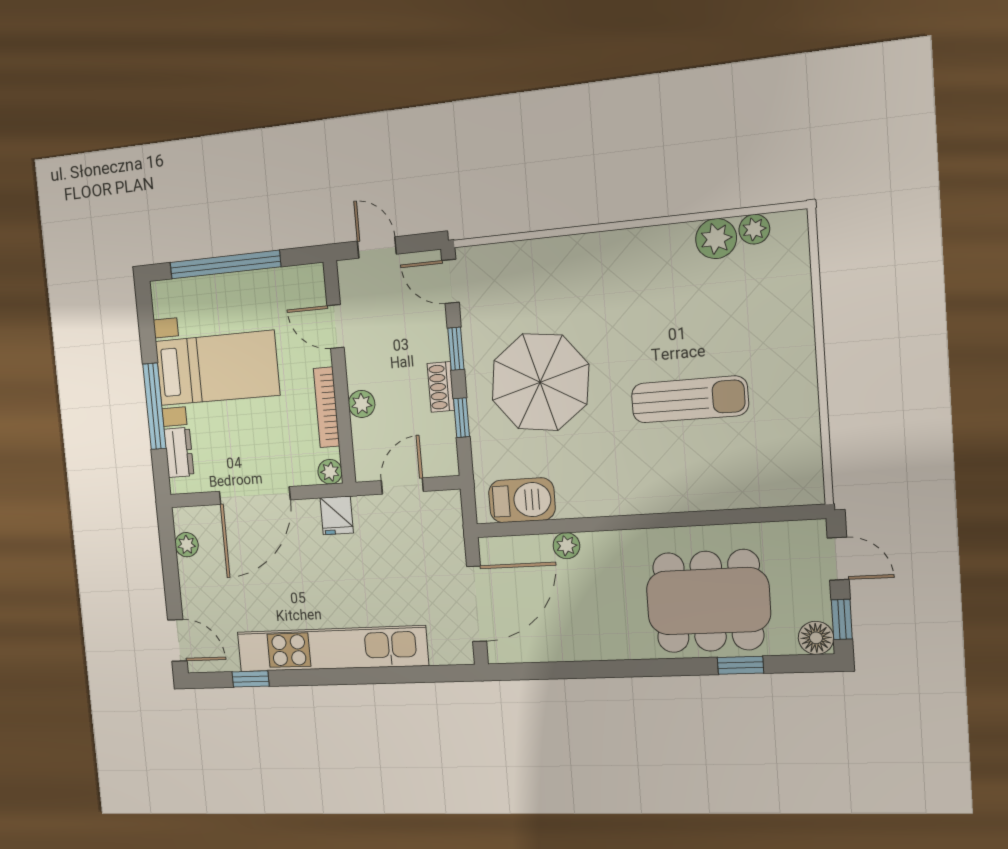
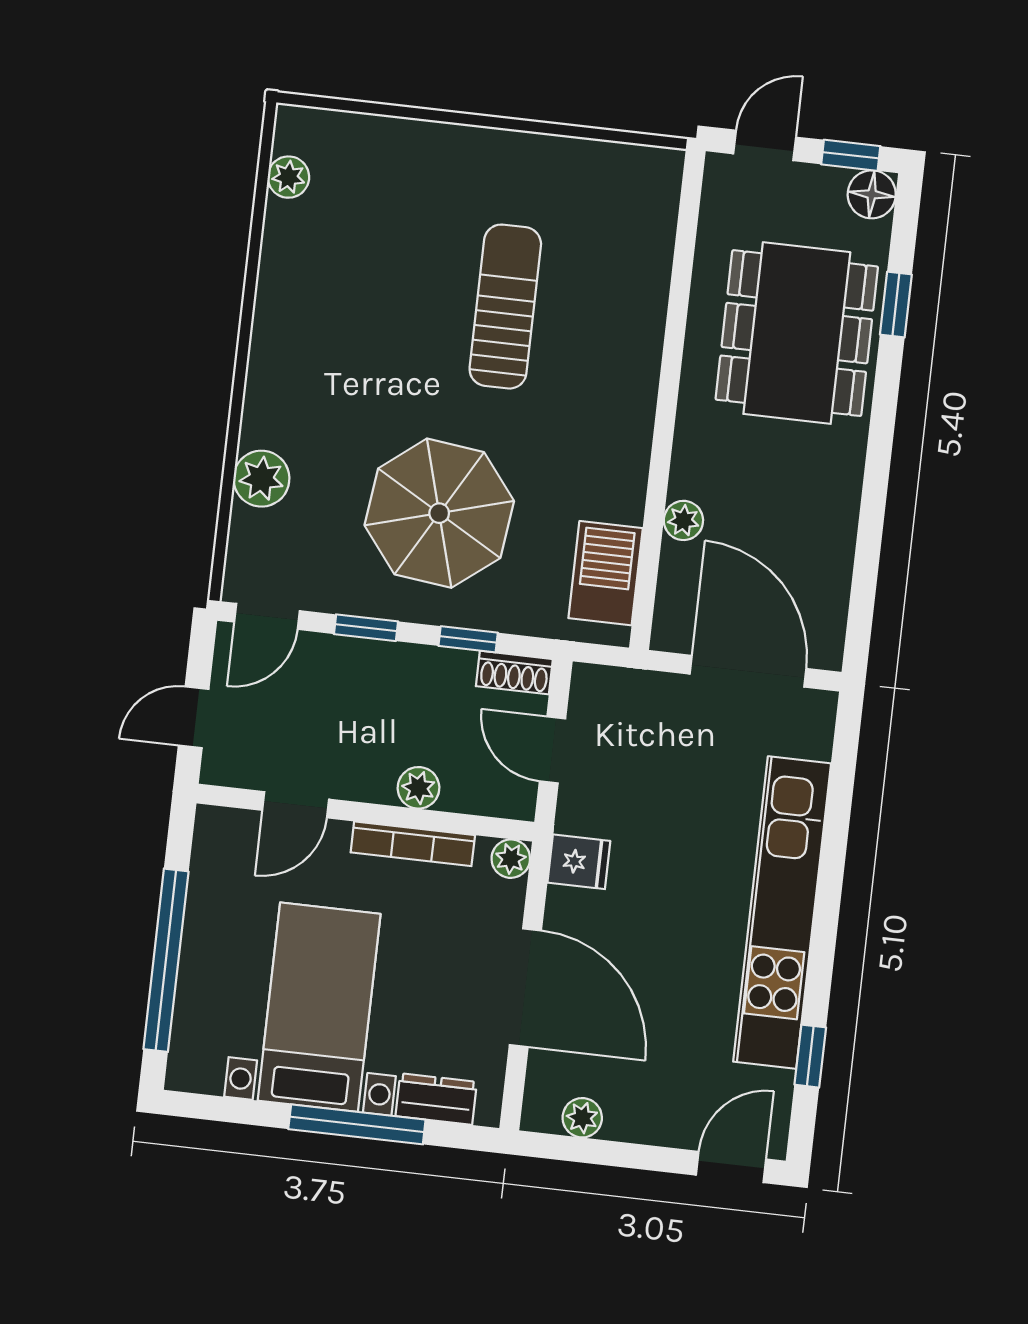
plant: (716, 239) -> (261, 479), moved
shoe rack: (441, 387) -> (514, 673), moved

